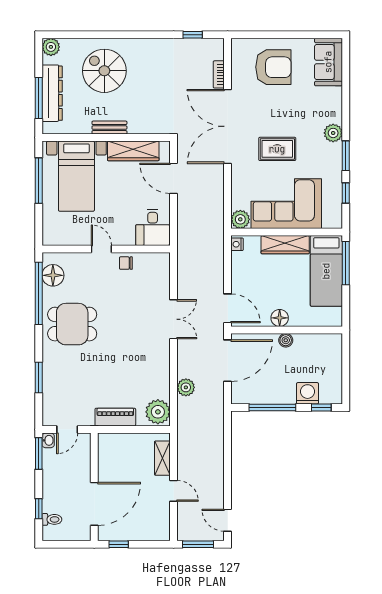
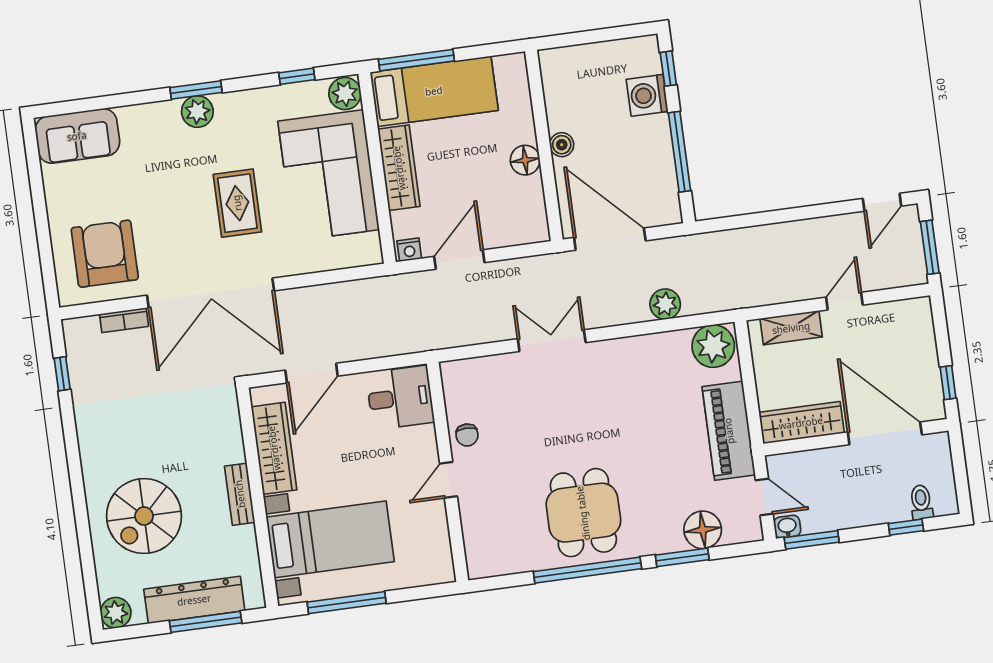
armchair: (273, 67) -> (105, 254), moved
window: (346, 156) -> (196, 90), moved
plant: (240, 219) -> (345, 94), moved
floor lamp: (53, 275) -> (703, 530), moved
window: (39, 293) -> (587, 570), moved
door: (228, 308) -> (459, 259), moved
piano: (115, 417) -> (729, 431), width x1.37, depth x1.33
wardrobe: (107, 457) -> (801, 423), added

